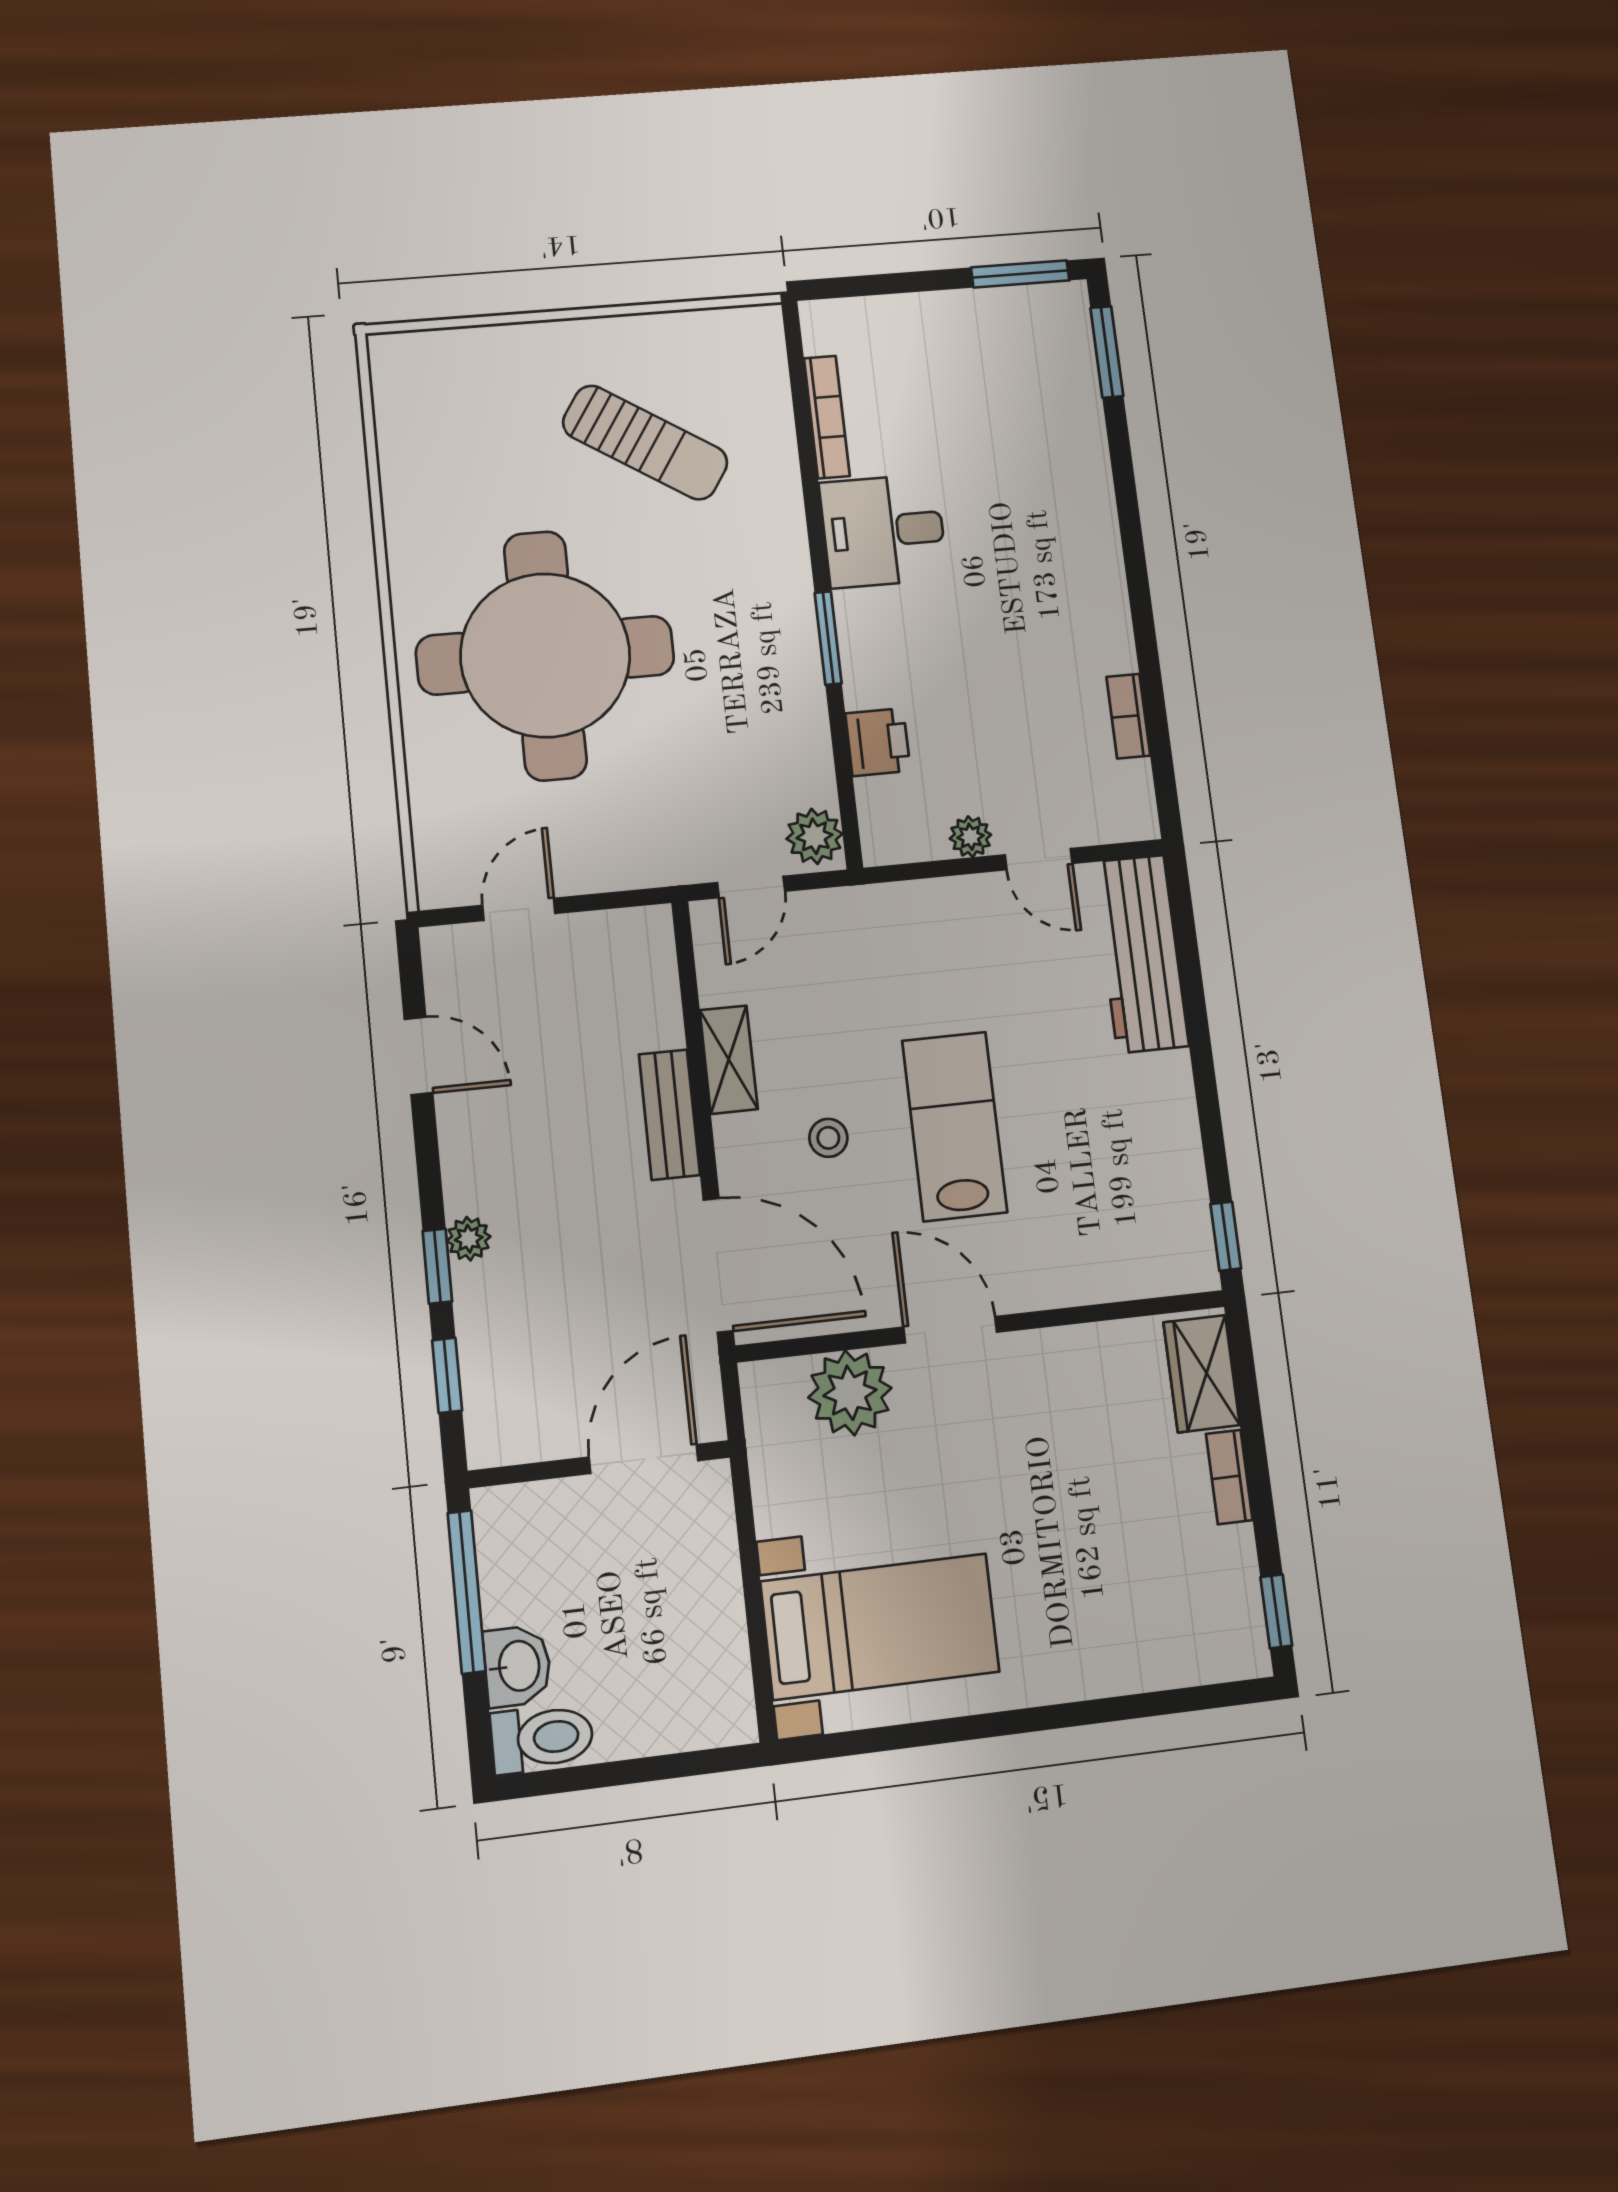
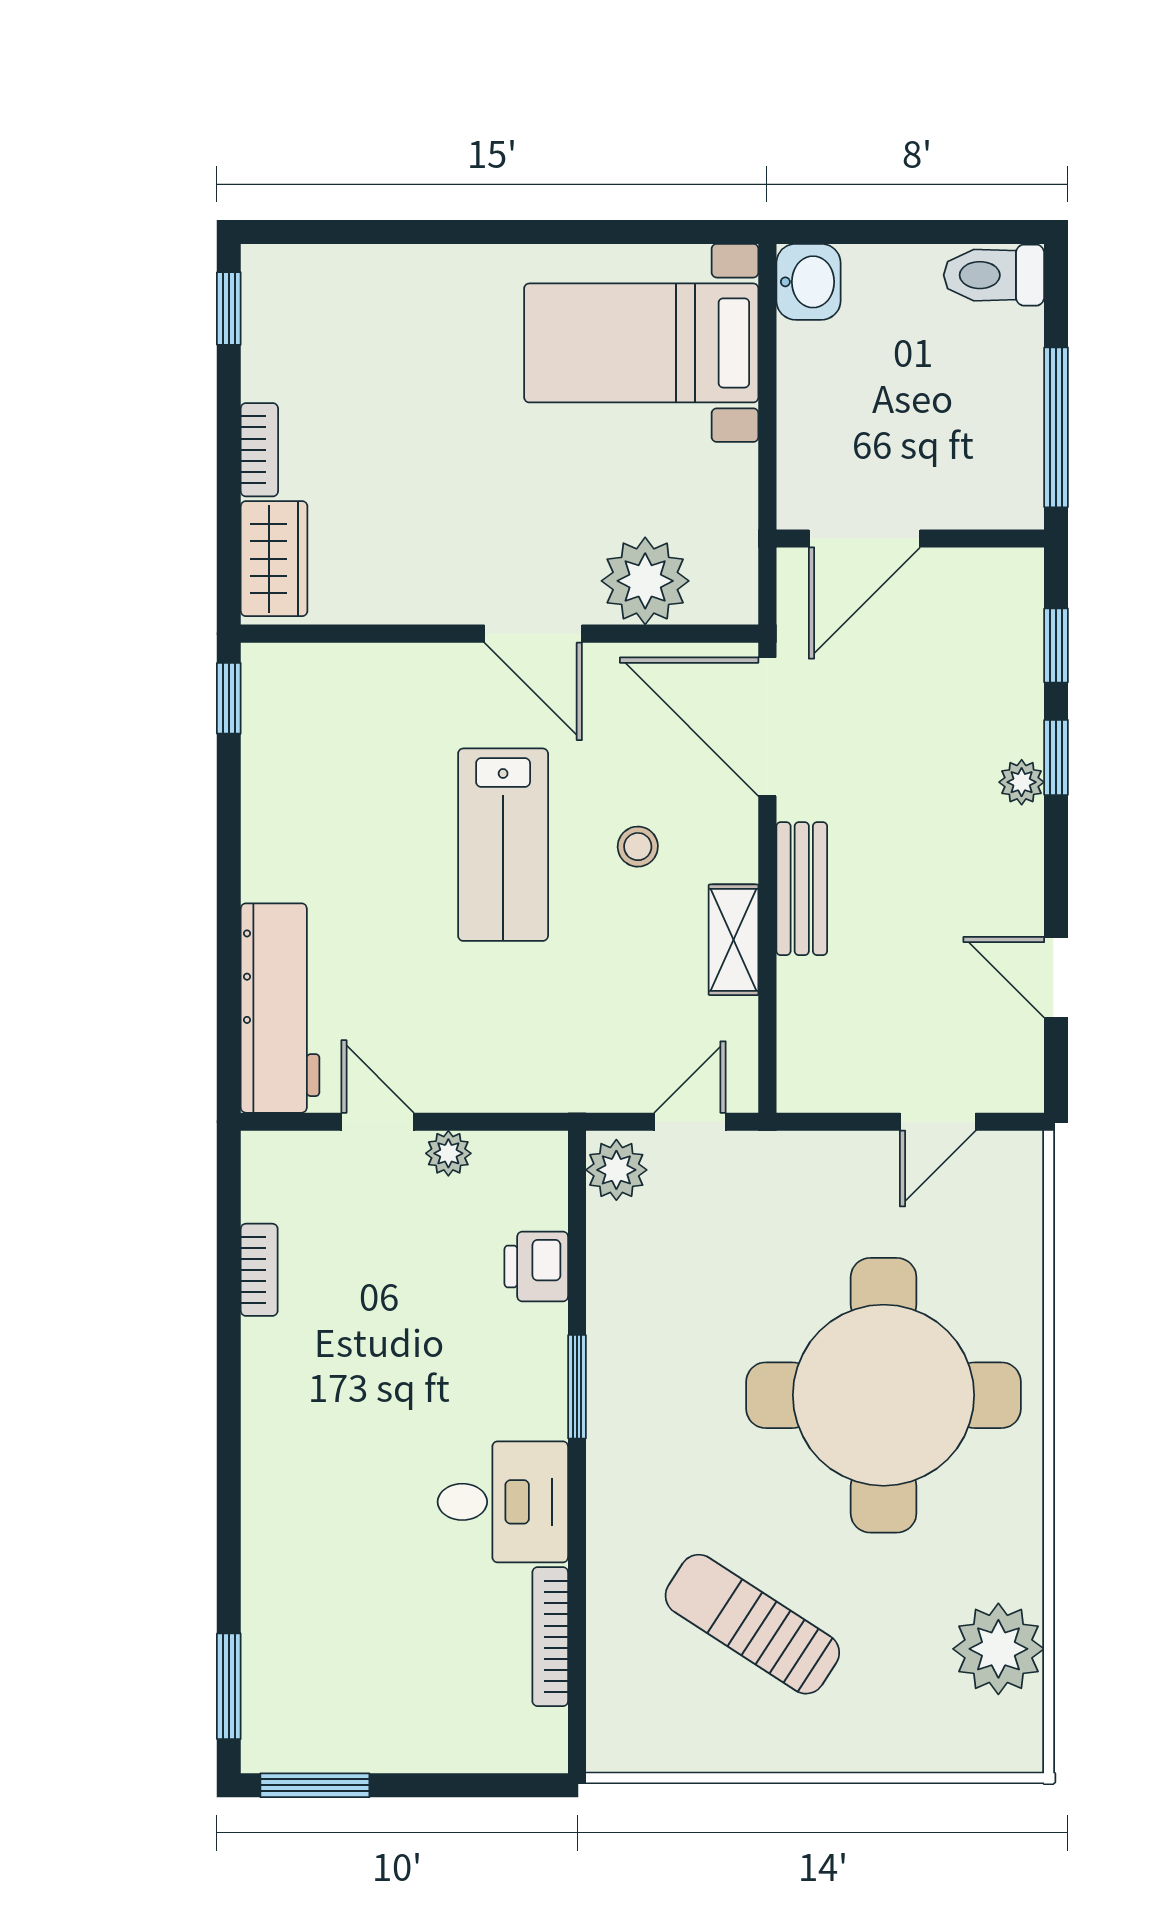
plant: (417, 439) -> (998, 1649), added
washbasin: (517, 1666) -> (808, 282), moved, turned 180

